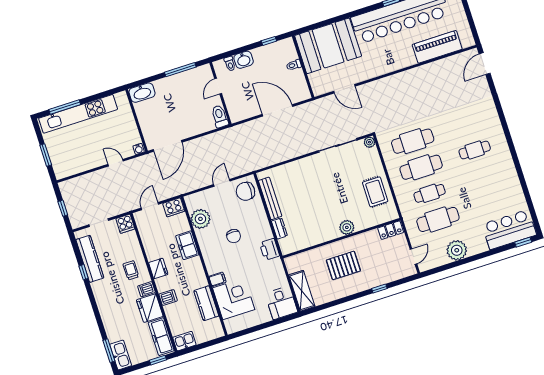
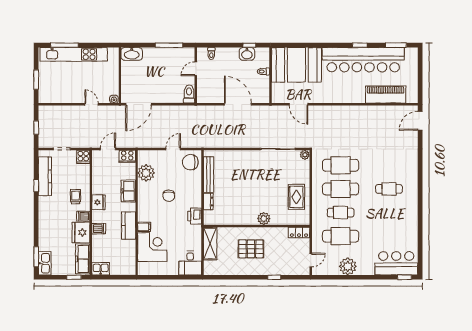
washbasin: (244, 60) -> (247, 54), moved
shelving: (302, 291) -> (210, 244), moved
kitchen counter: (206, 303) -> (129, 226), moved

